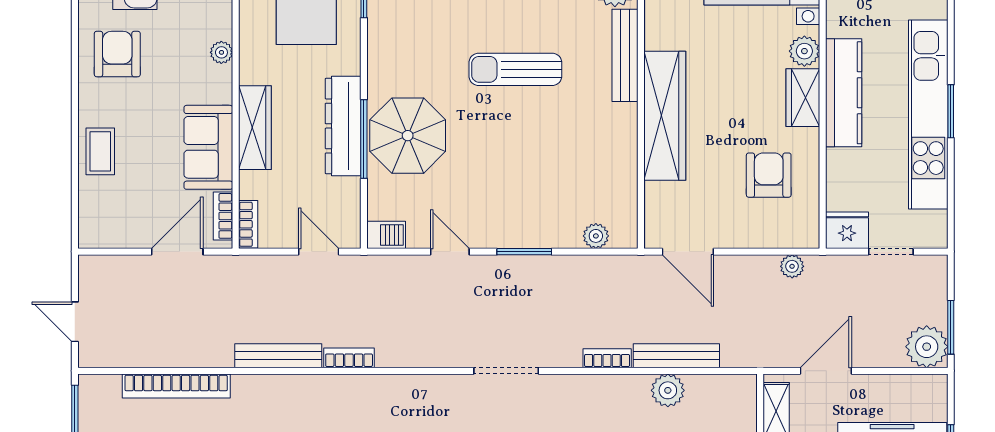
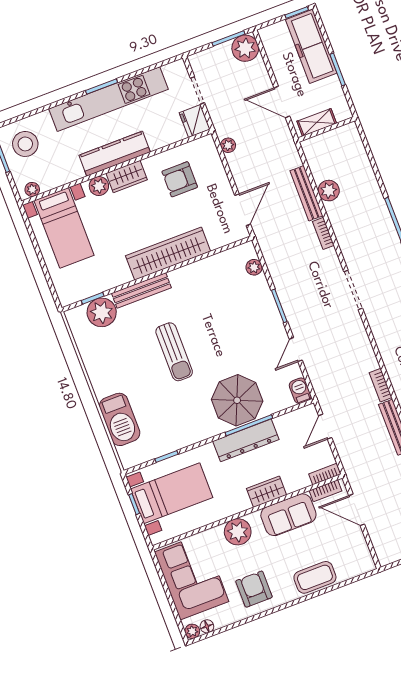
plant: (221, 52) -> (238, 532), width x1.87, depth x1.87
armchair: (117, 54) -> (254, 589), turned 90
wardrobe: (255, 128) -> (267, 492), width x0.67
coffee table: (100, 151) -> (315, 577), width x1.36, depth x1.30

